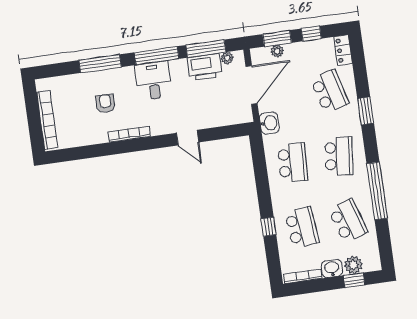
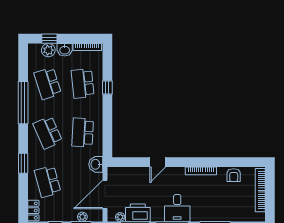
armchair: (105, 104) -> (234, 175), moved
door: (188, 138) -> (158, 162), swing flipped
school desk: (339, 156) -> (48, 132), turned -30

